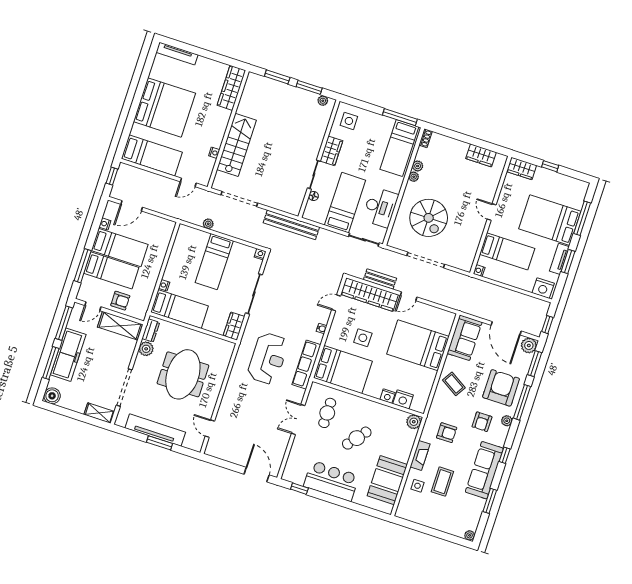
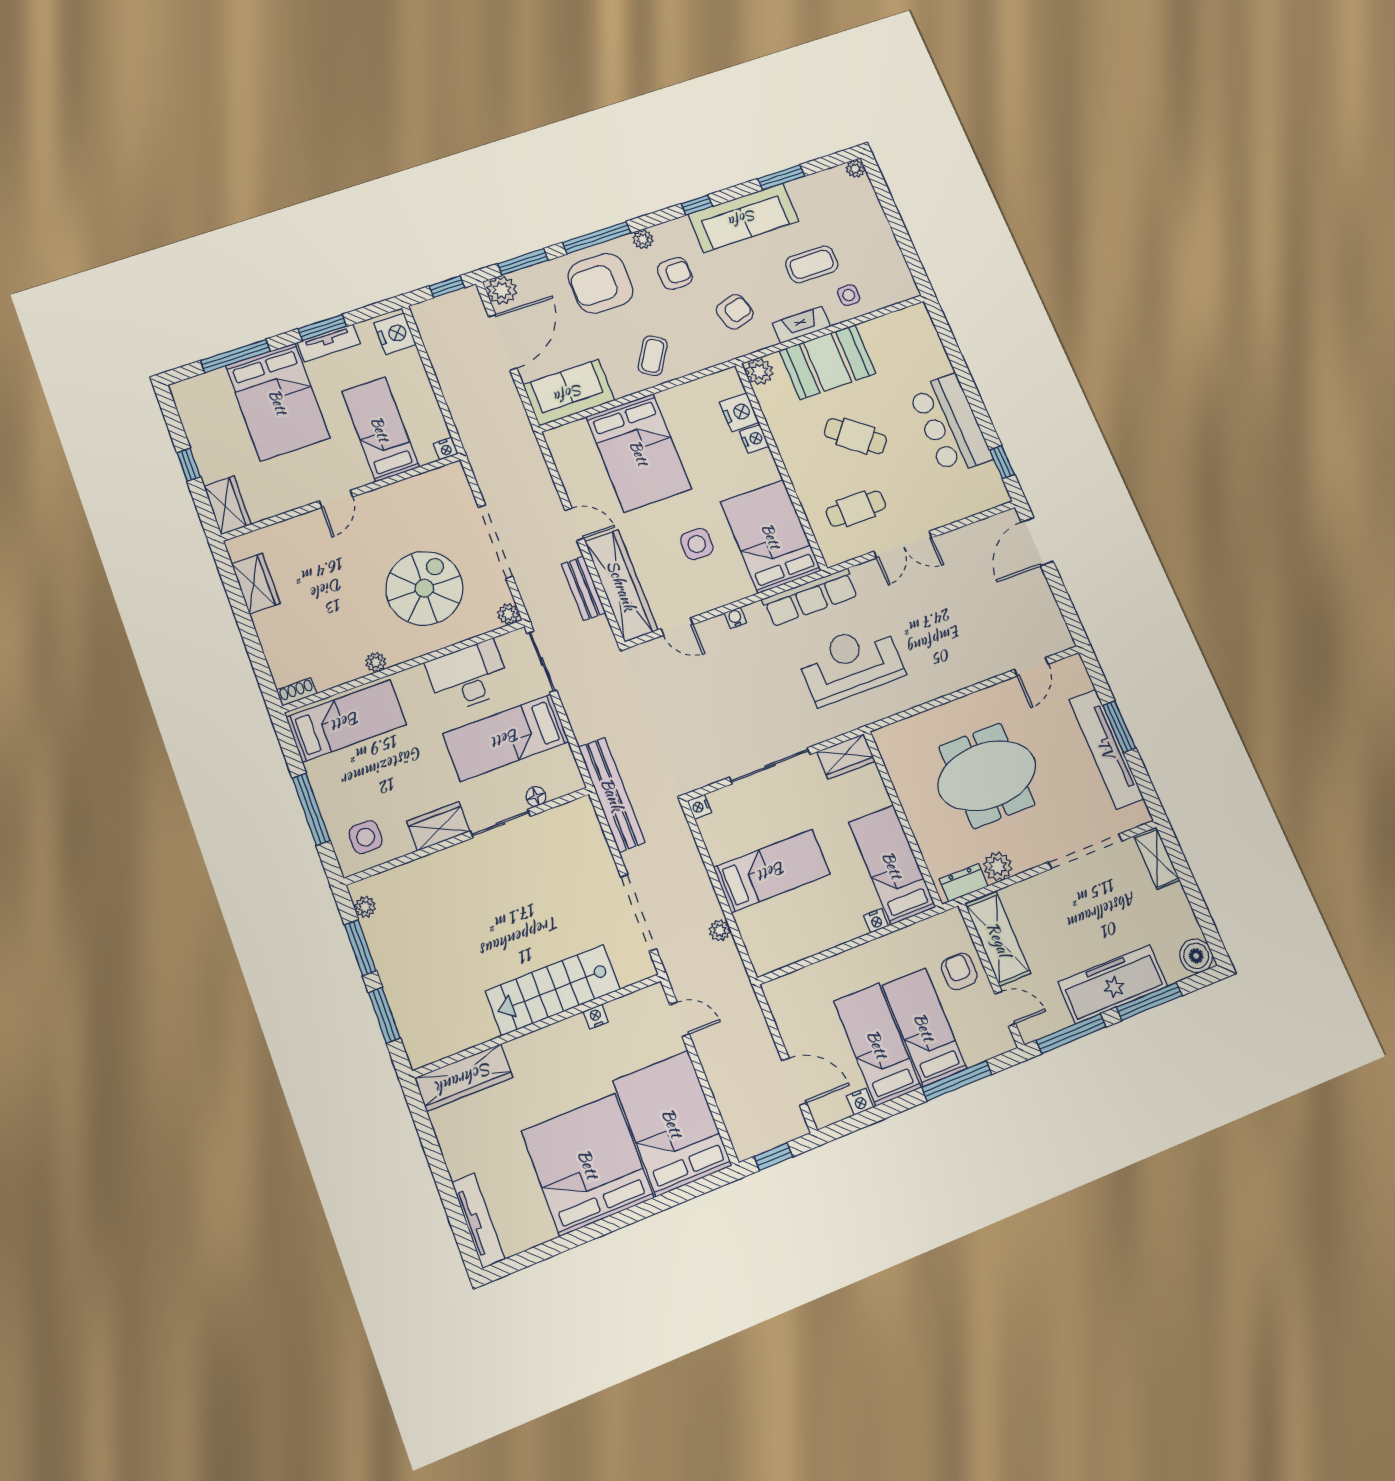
window: (400, 117) -> (311, 809), moved
bed: (152, 155) -> (672, 1123), width x1.50
plant: (418, 166) -> (508, 614), moved
armchair: (447, 433) -> (735, 312), turned 74
booth: (387, 480) -> (828, 362), moved

